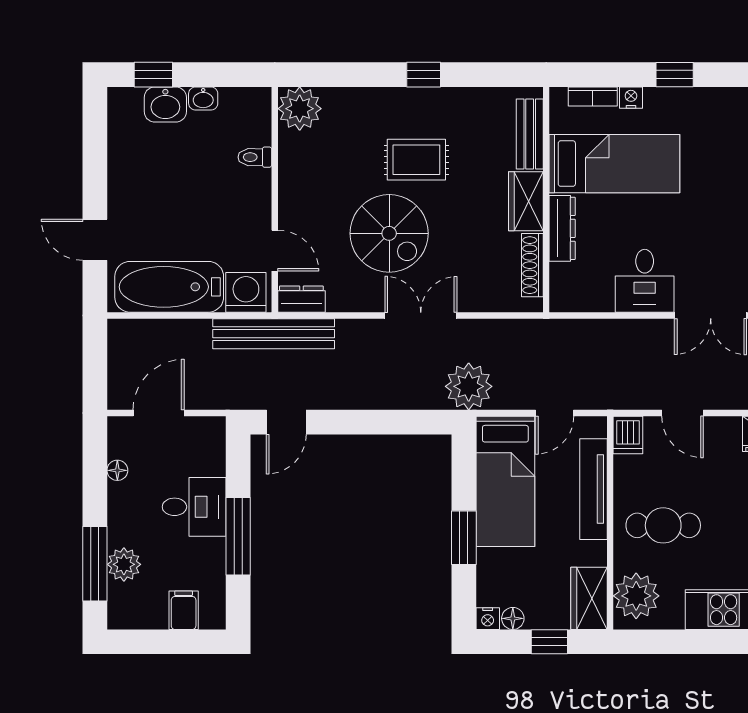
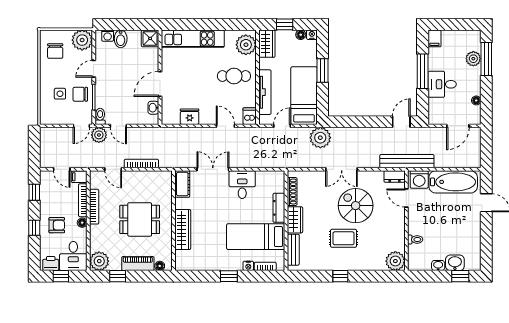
filing cabinet: (184, 610) -> (434, 38), moved

